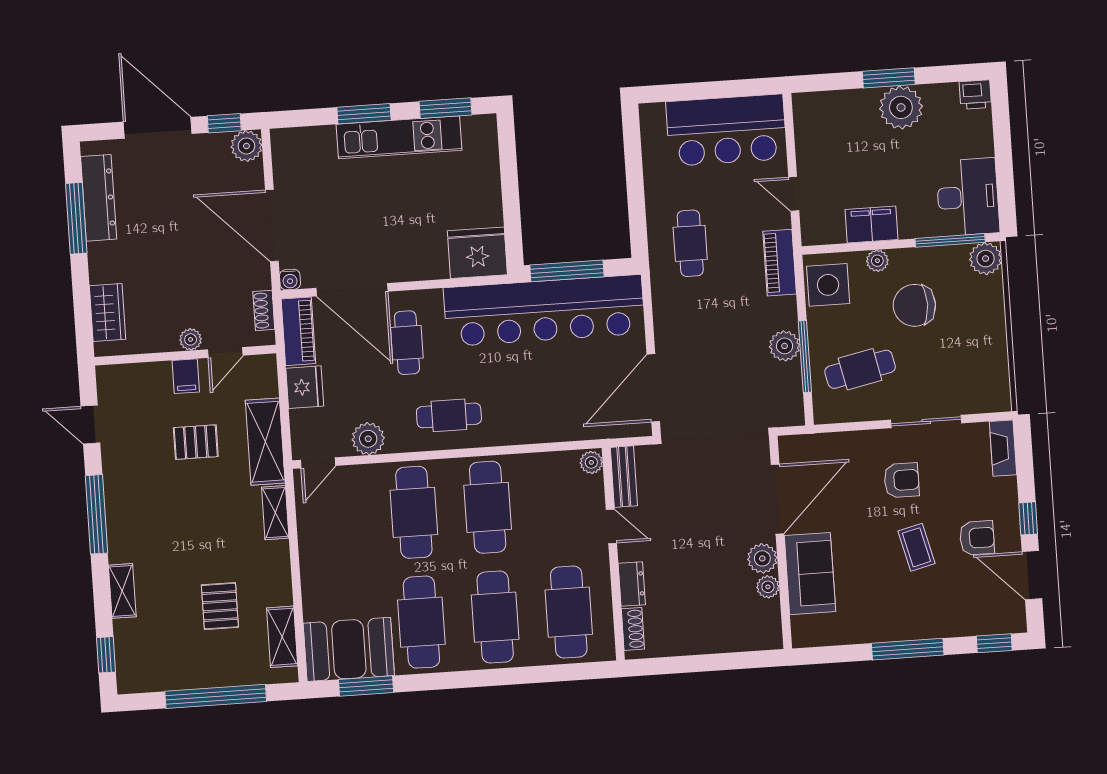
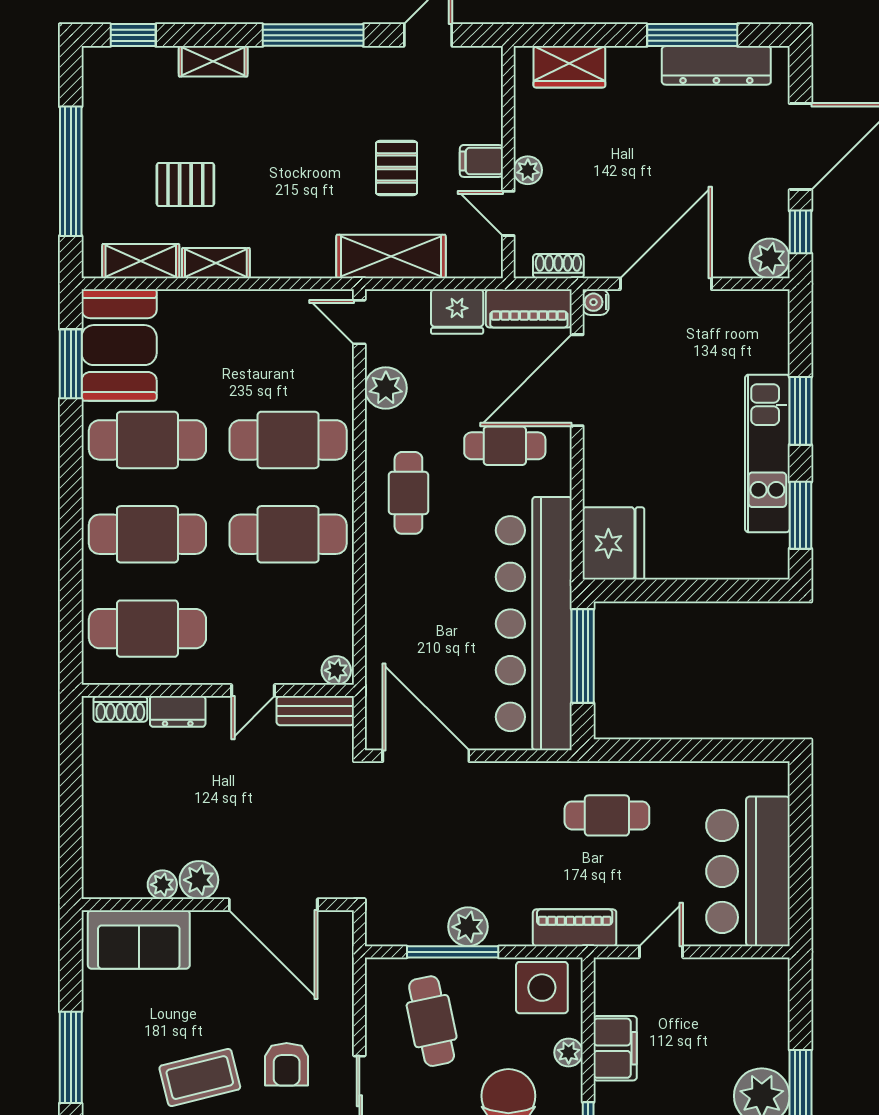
shelving: (275, 513) -> (216, 263), moved
coffee table: (916, 547) -> (200, 1078), width x1.36, depth x1.30
sofa: (810, 574) -> (139, 939), moved

